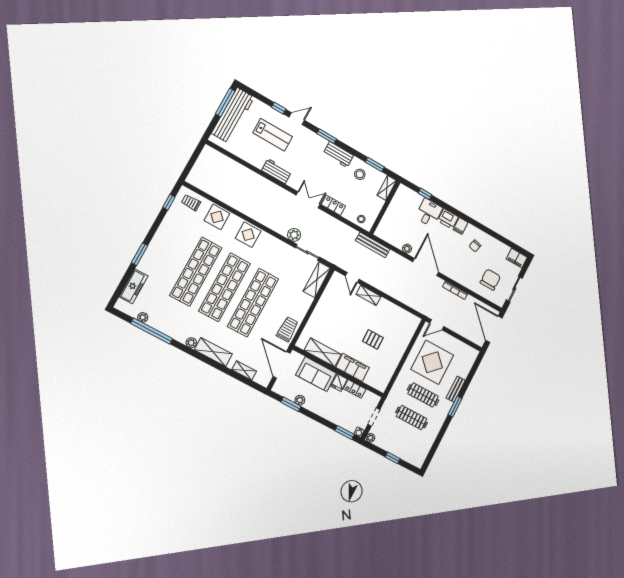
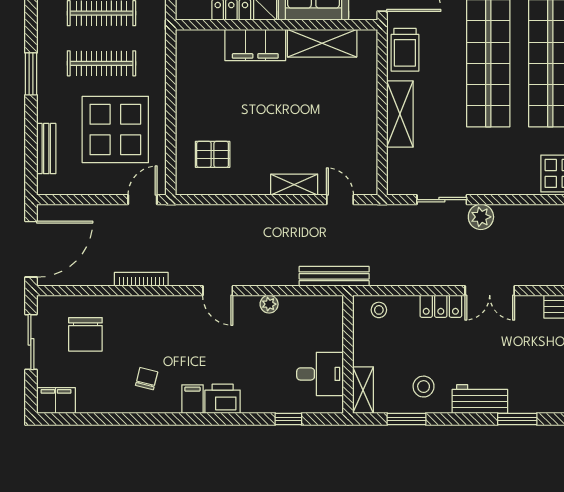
desk: (429, 213) -> (320, 374), moved, turned -90
door: (426, 267) -> (218, 291), width x0.53
shelving: (317, 280) -> (400, 114), moved
door: (494, 329) -> (31, 249), hinge flipped
pallet: (373, 339) -> (213, 154), moved
bench: (456, 389) -> (46, 149), moved

